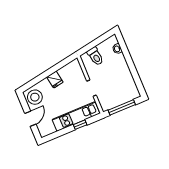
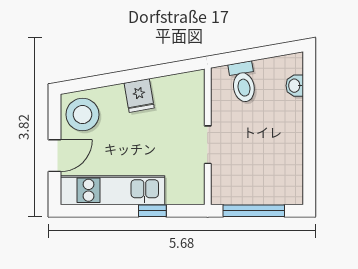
kitchen unit: (76, 116) -> (112, 190), moved

